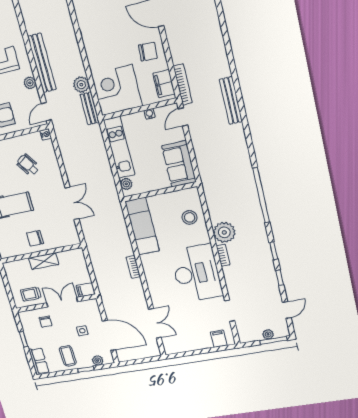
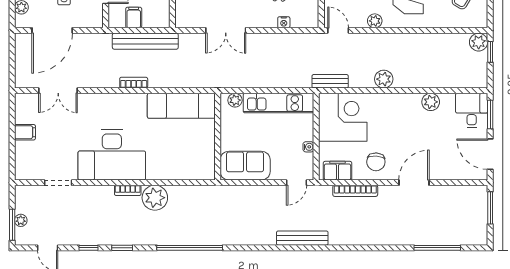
plant: (84, 16) -> (431, 102), added
bench: (42, 63) -> (145, 41), moved
plant: (81, 85) -> (384, 79), moved
bookcase: (183, 85) -> (355, 191), moved
door: (183, 117) -> (297, 183), swing flipped
nightstand: (46, 134) -> (284, 22), moved
stool: (190, 217) -> (180, 163), removed
filing cabinet: (86, 290) -> (134, 18), moved
filing cabinet: (219, 339) -> (25, 132), moved

